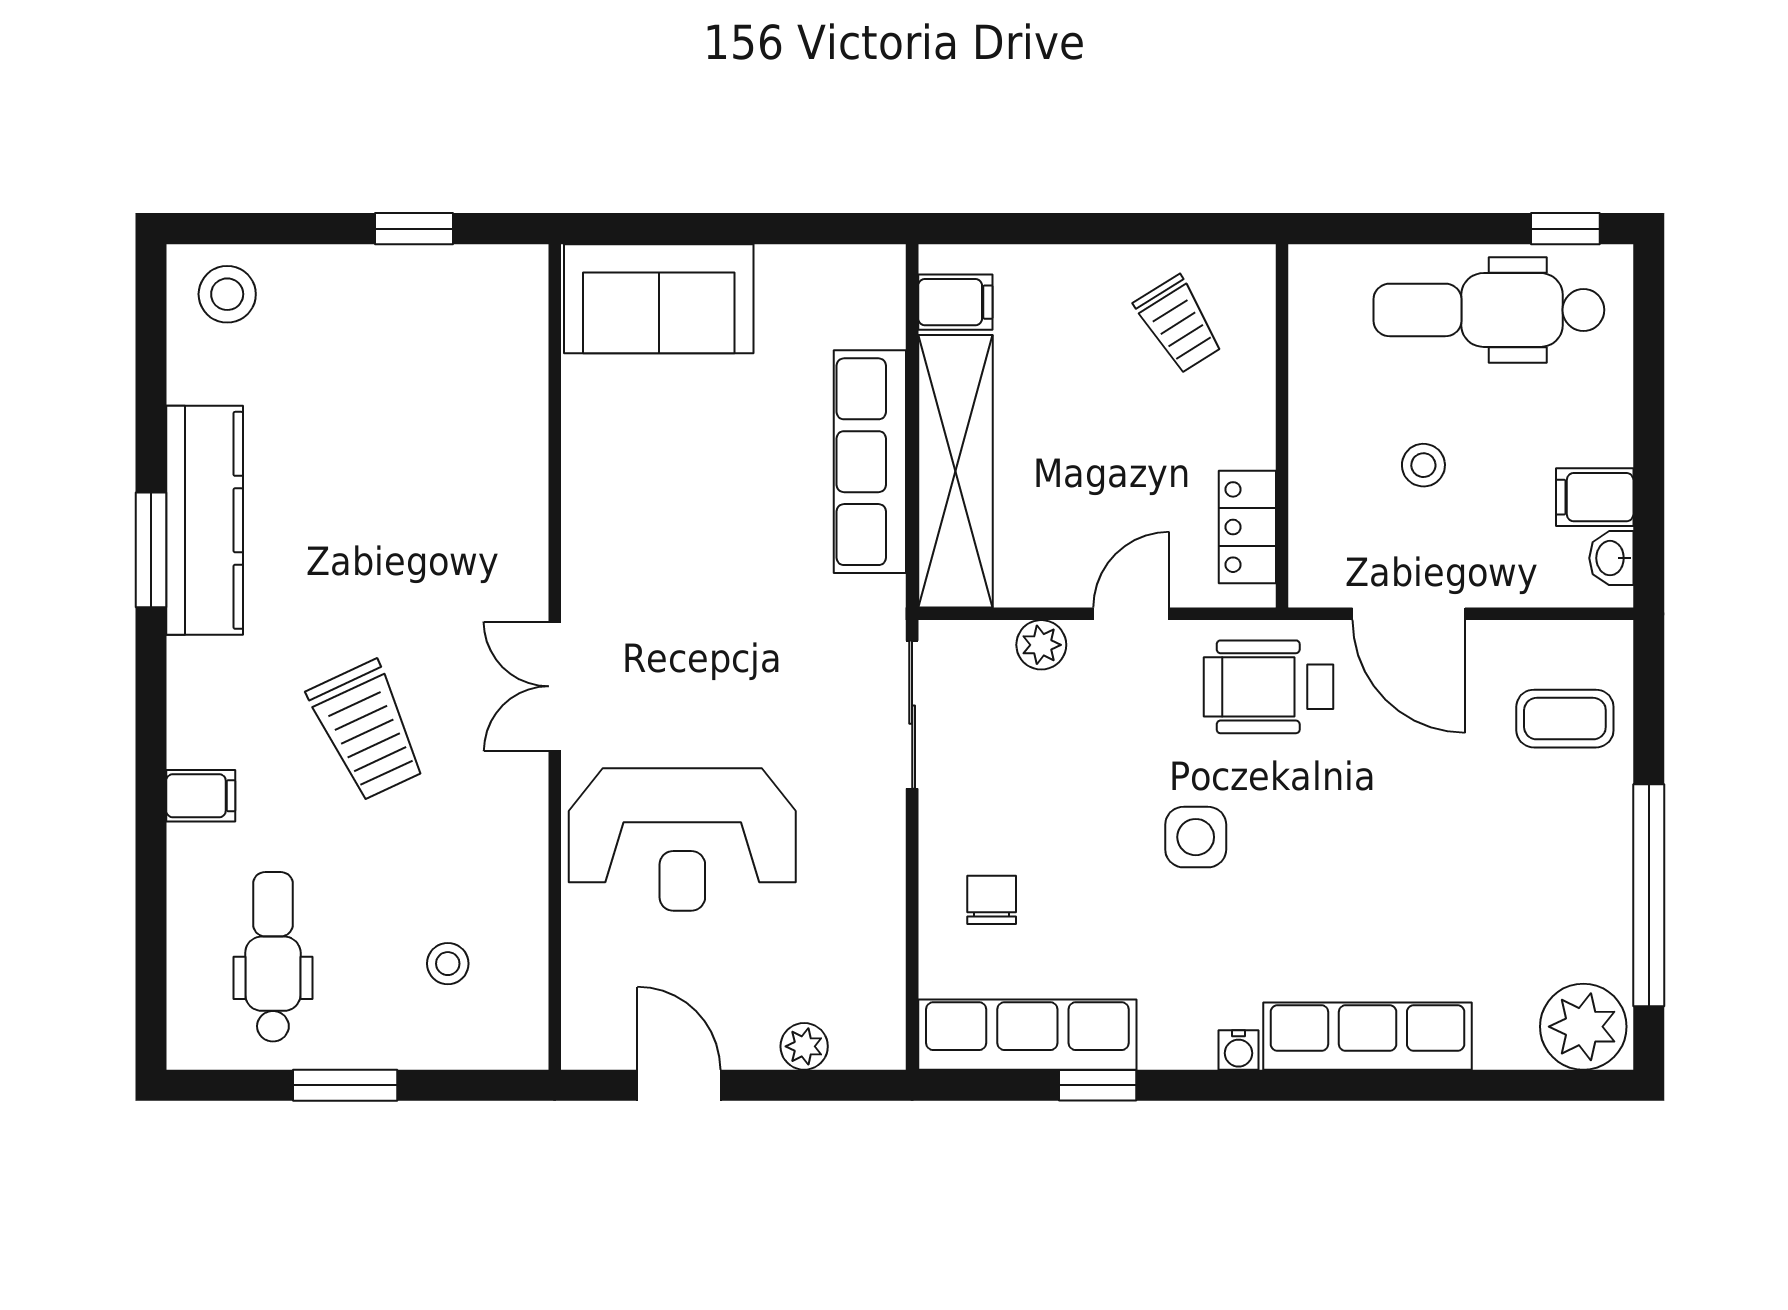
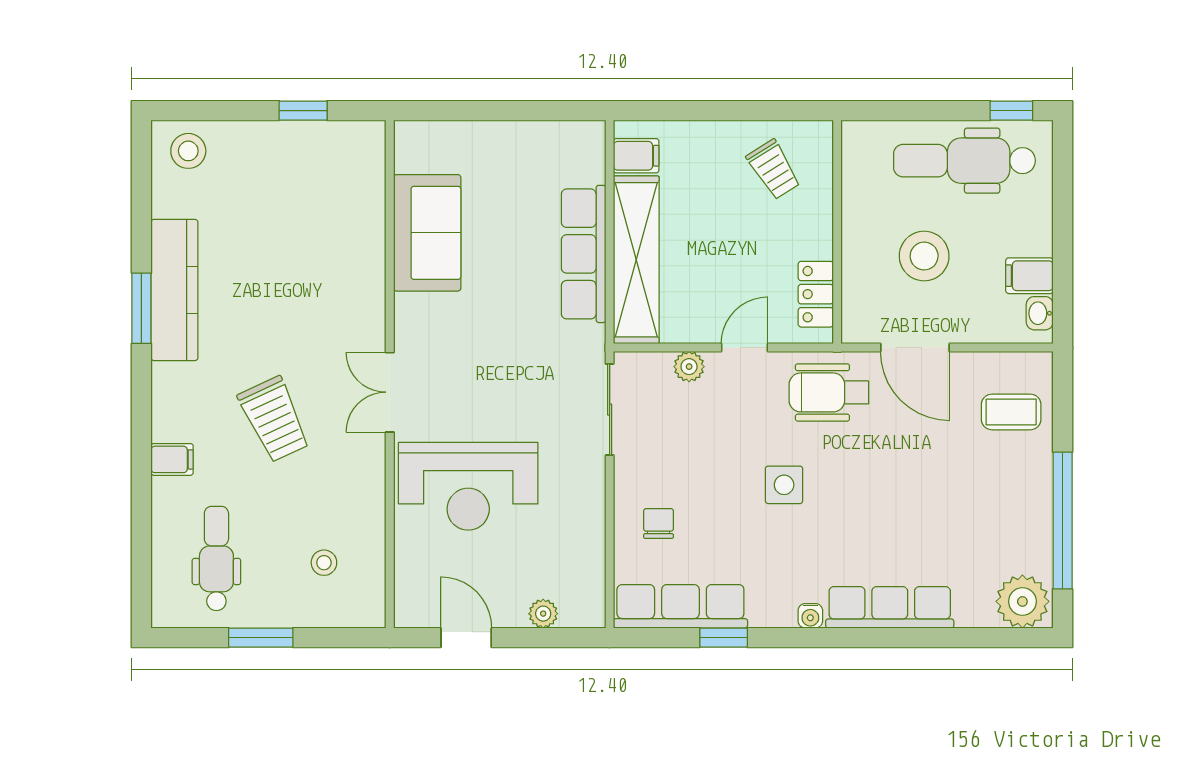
sofa: (659, 299) -> (427, 233), moved, turned -90
stool: (1423, 465) -> (924, 256), width x1.89, depth x1.89

